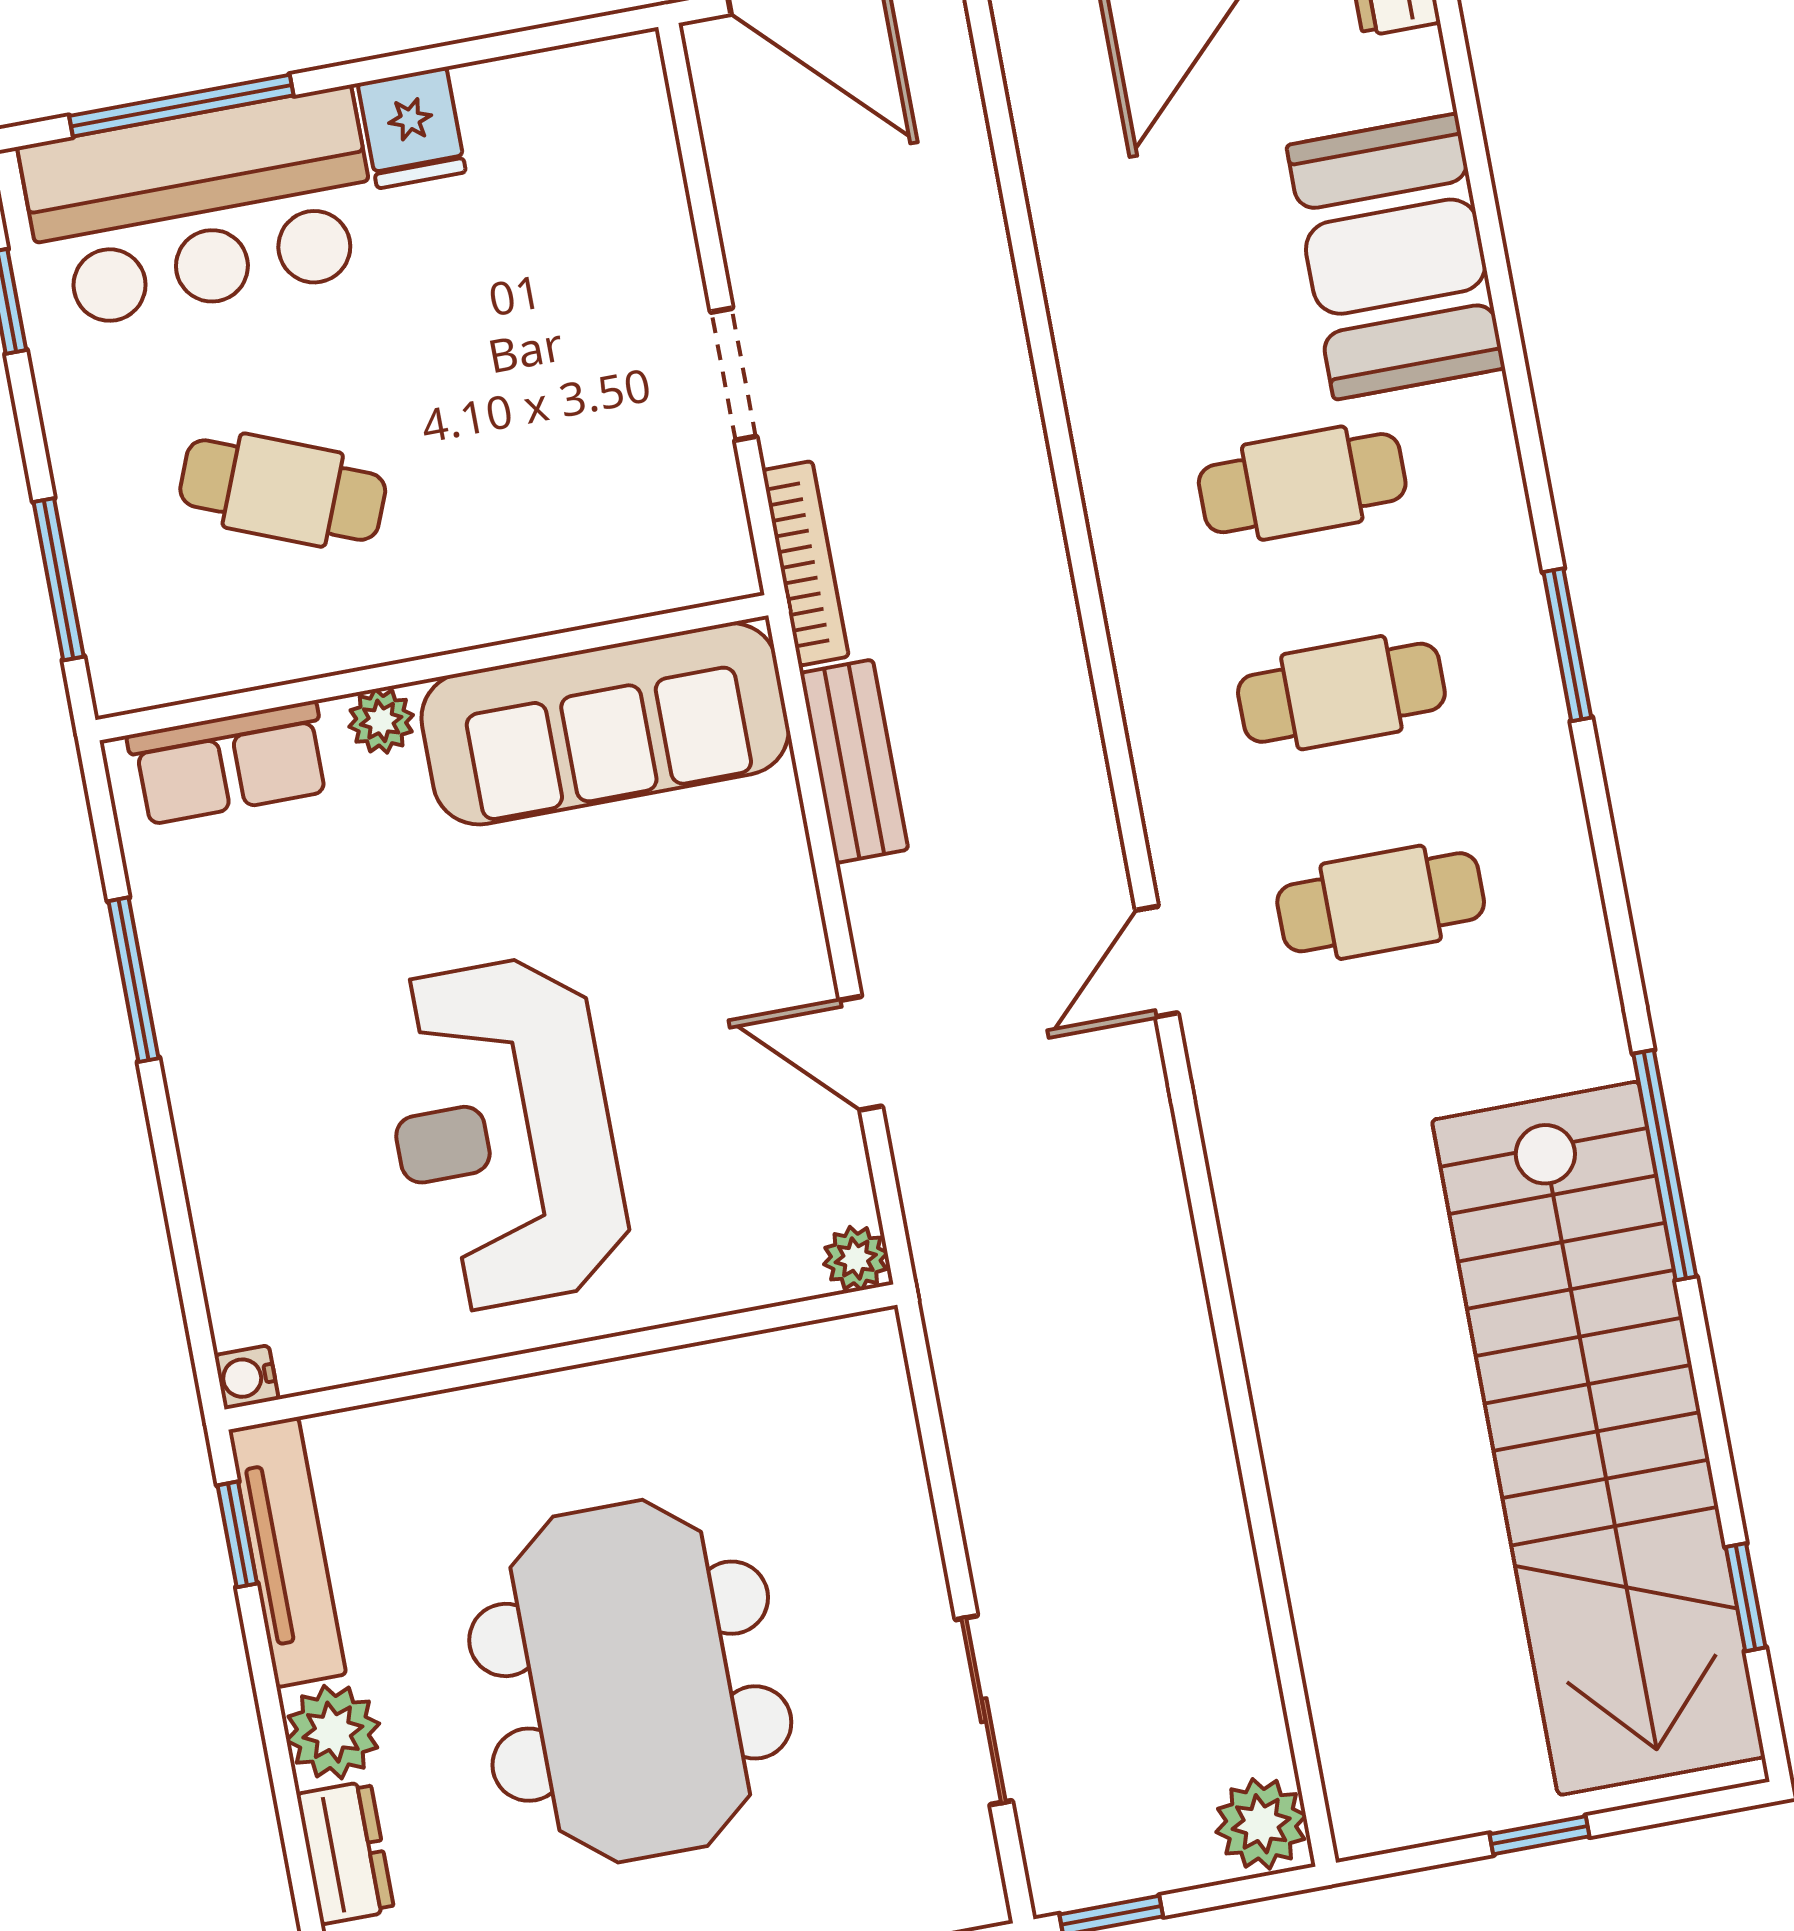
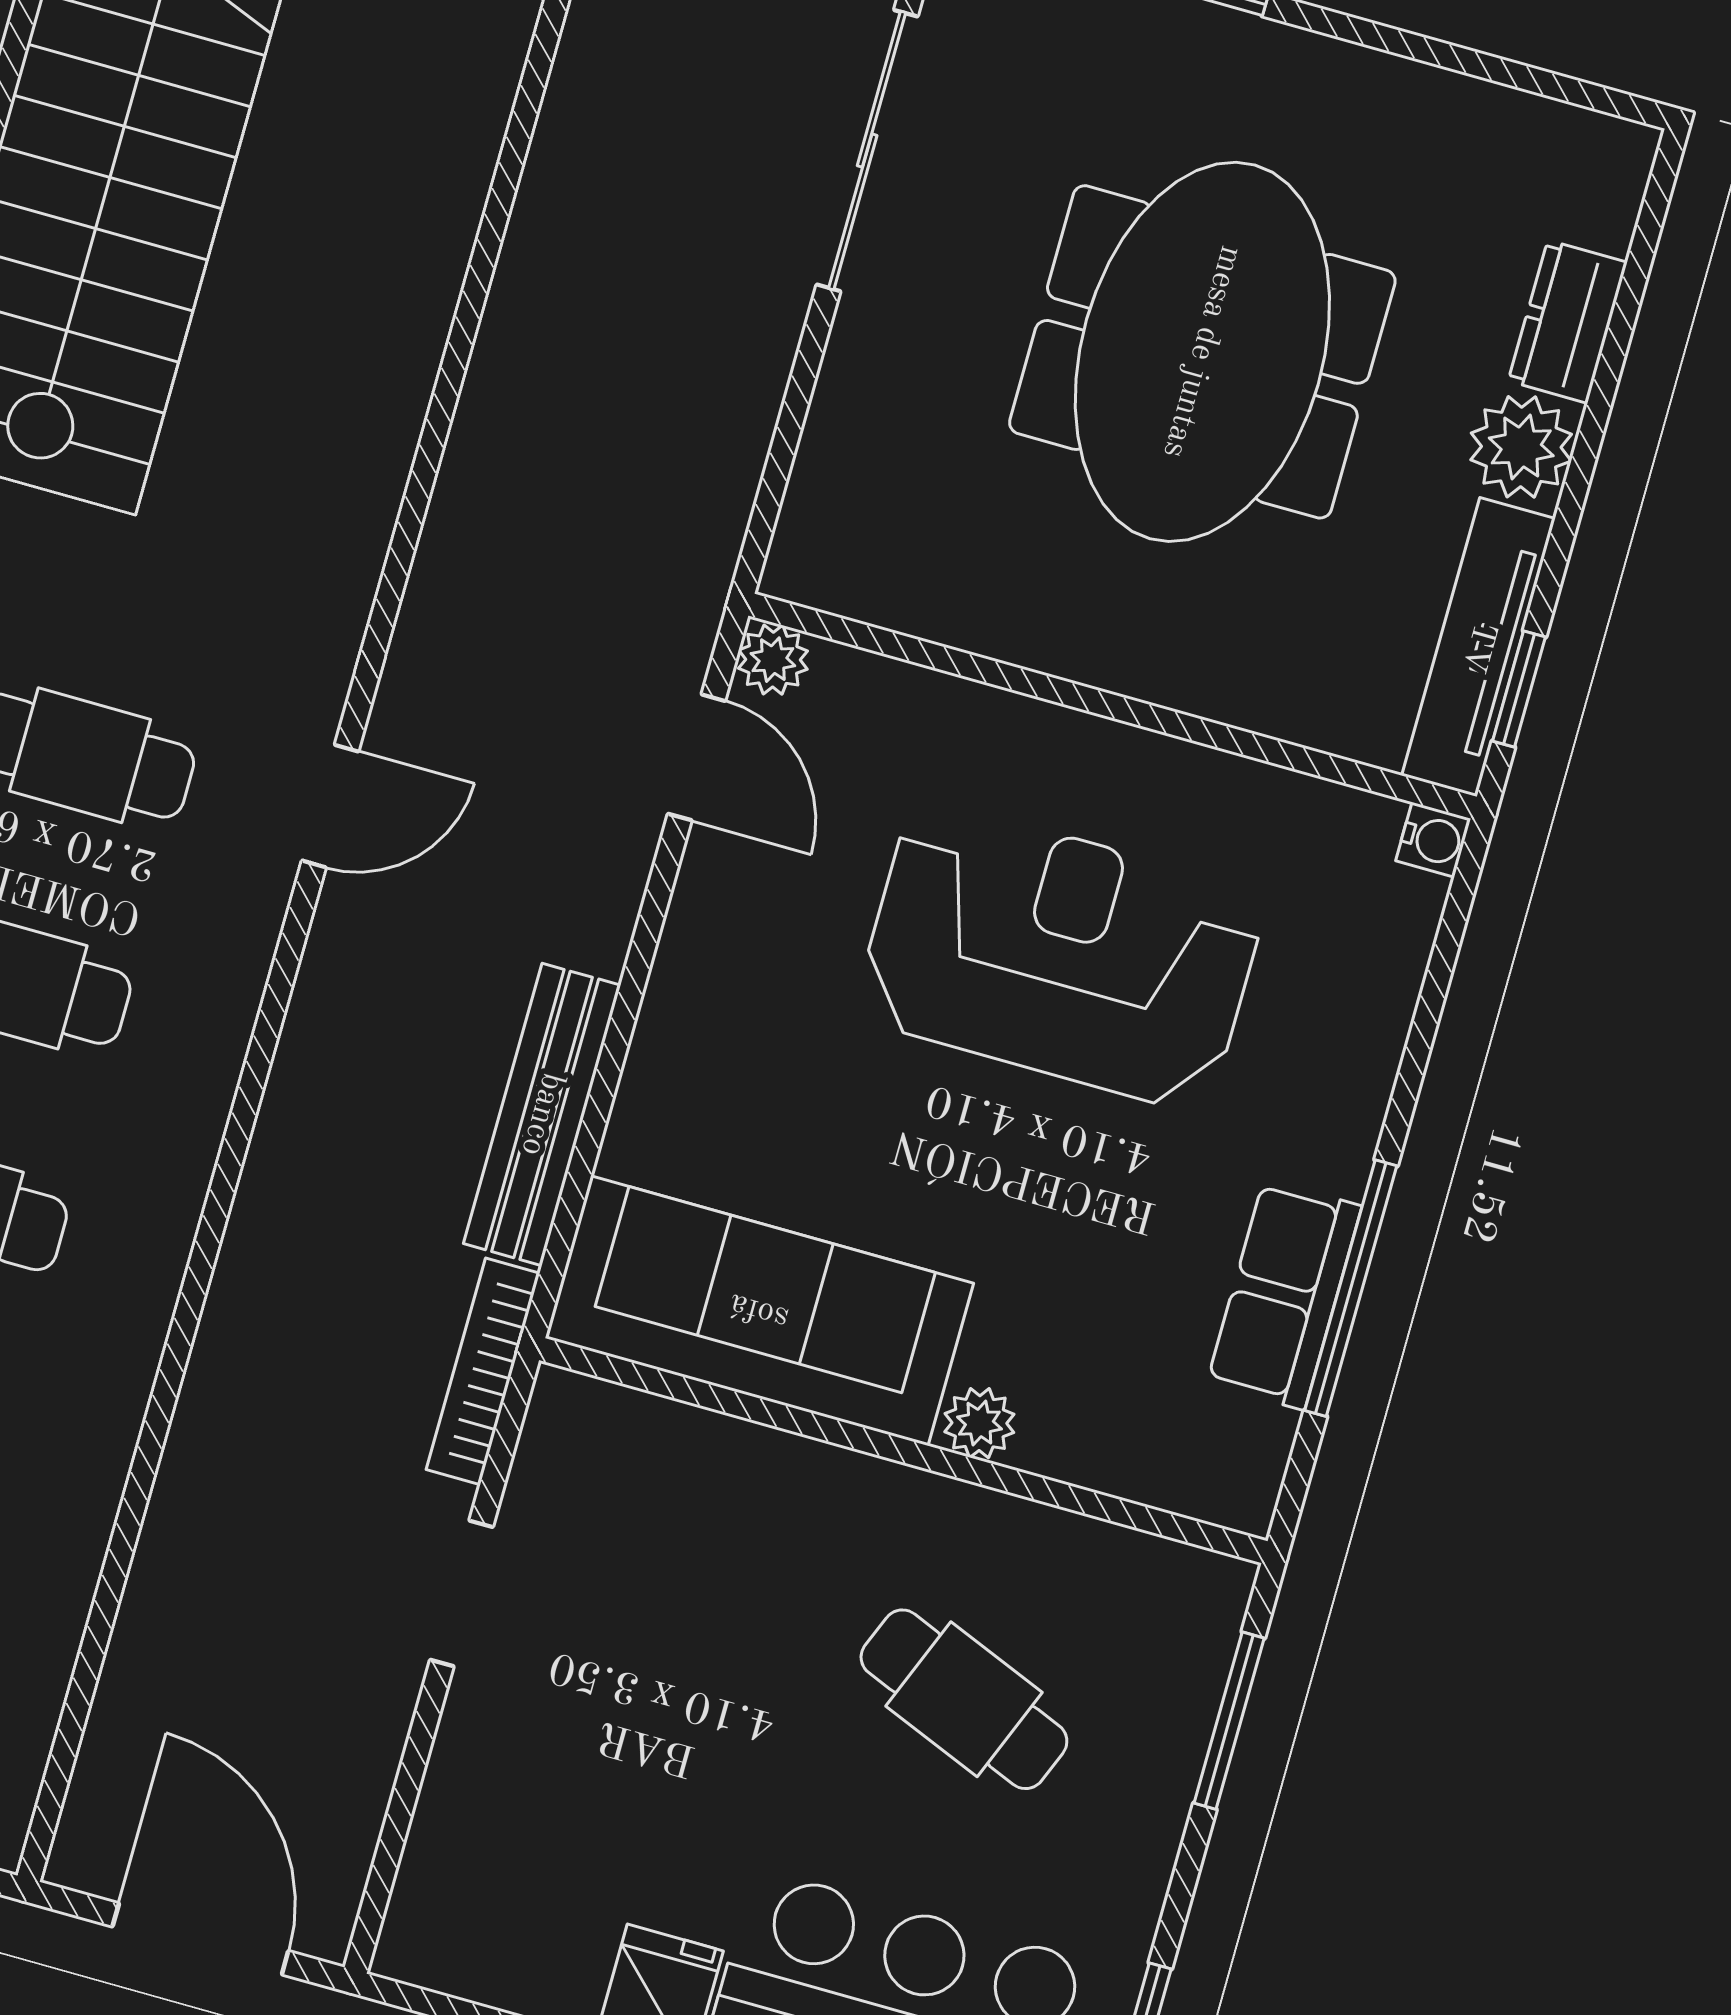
bench: (854, 761) -> (542, 1114), width x1.36
row of seats: (229, 763) -> (1284, 1295), moved, turned -90
window: (134, 980) -> (1351, 1288), width x1.44
door: (861, 1053) -> (697, 757), moved
reception desk: (503, 1133) -> (1060, 955), turned -90
sliding door: (984, 1710) -> (867, 151), width x1.37

